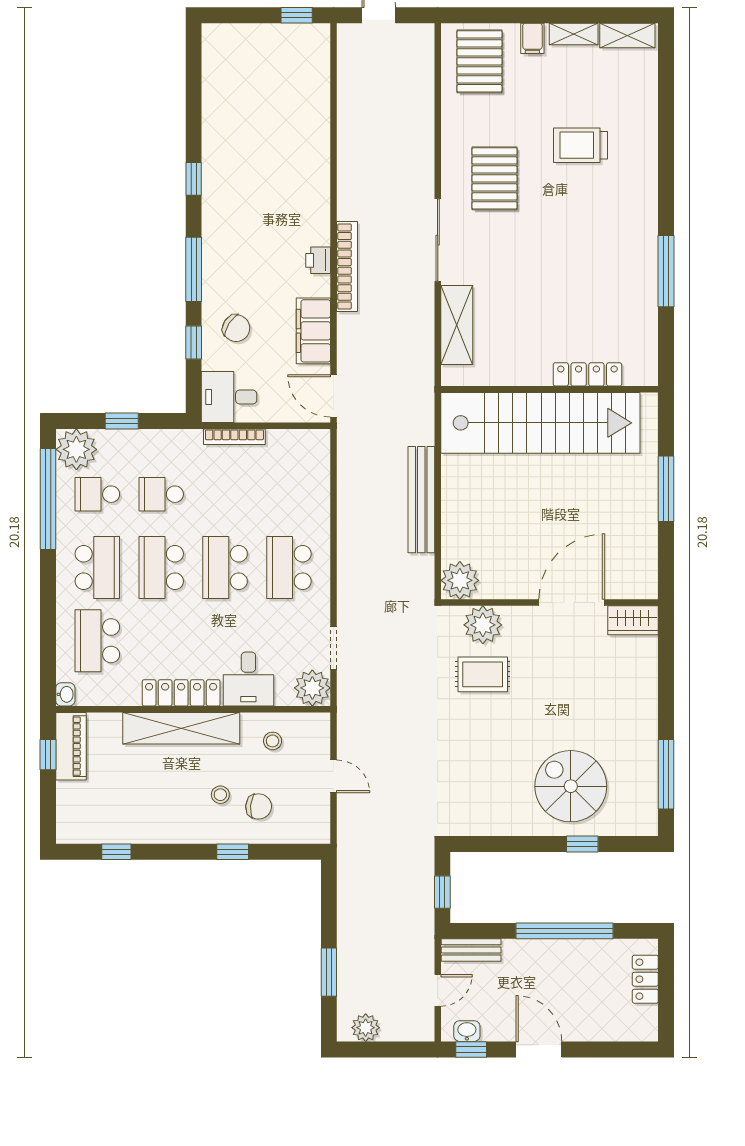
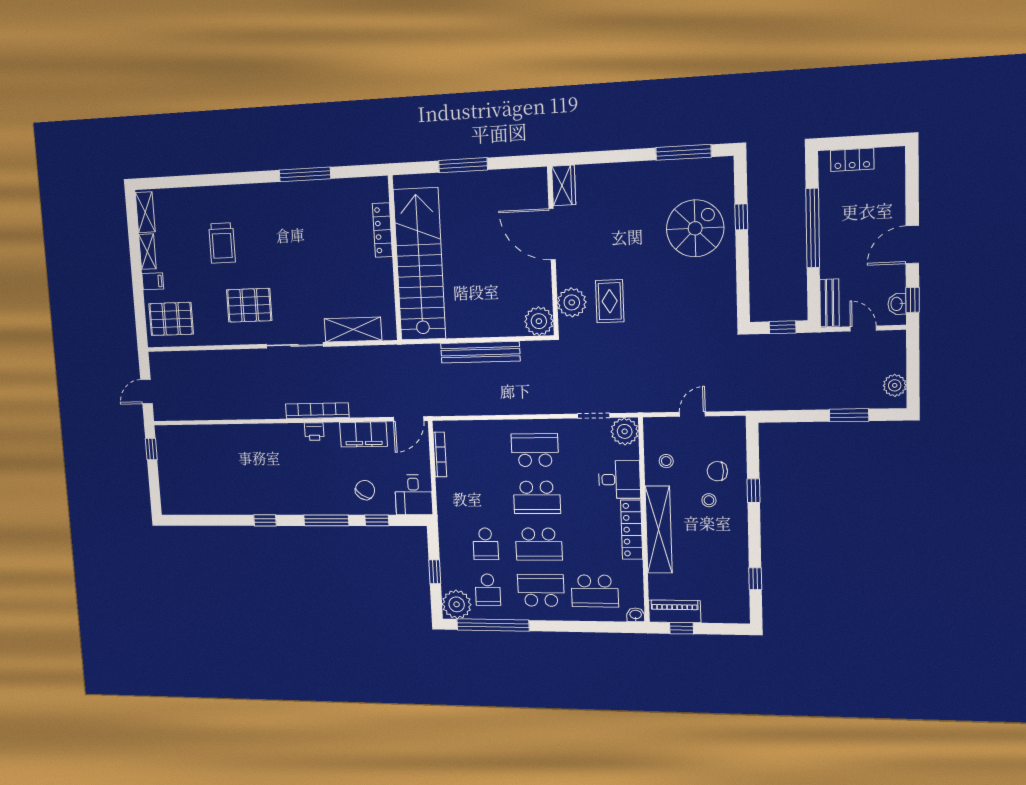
bookcase: (234, 437) -> (440, 454), moved
school desk: (289, 567) -> (535, 450), turned 180
spiral stairs: (571, 786) -> (695, 228), turned 180
chair: (259, 806) -> (717, 471), turned -95

